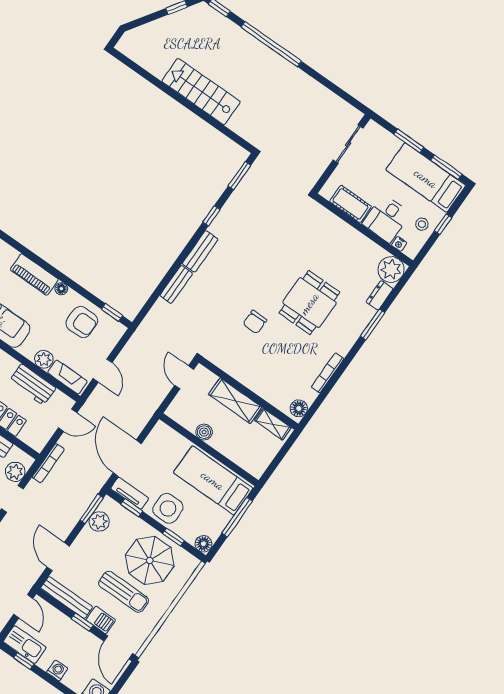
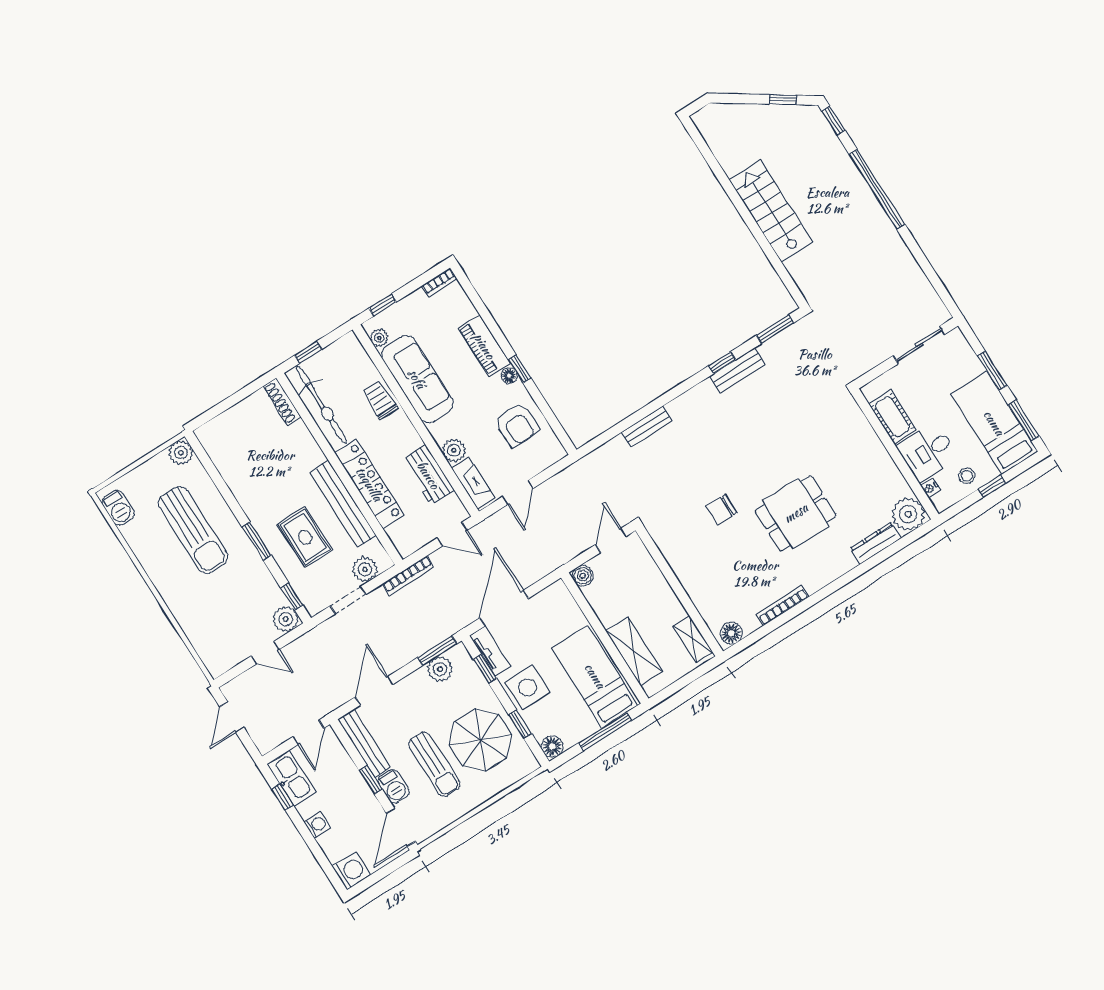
bench: (200, 251) -> (737, 370), moved
dresser: (379, 295) -> (876, 543), width x1.44
window: (112, 312) -> (520, 369), moved
window: (373, 324) -> (859, 570), removed
shelving: (235, 401) -> (634, 651), moved
boiler: (204, 432) -> (583, 576), moved

